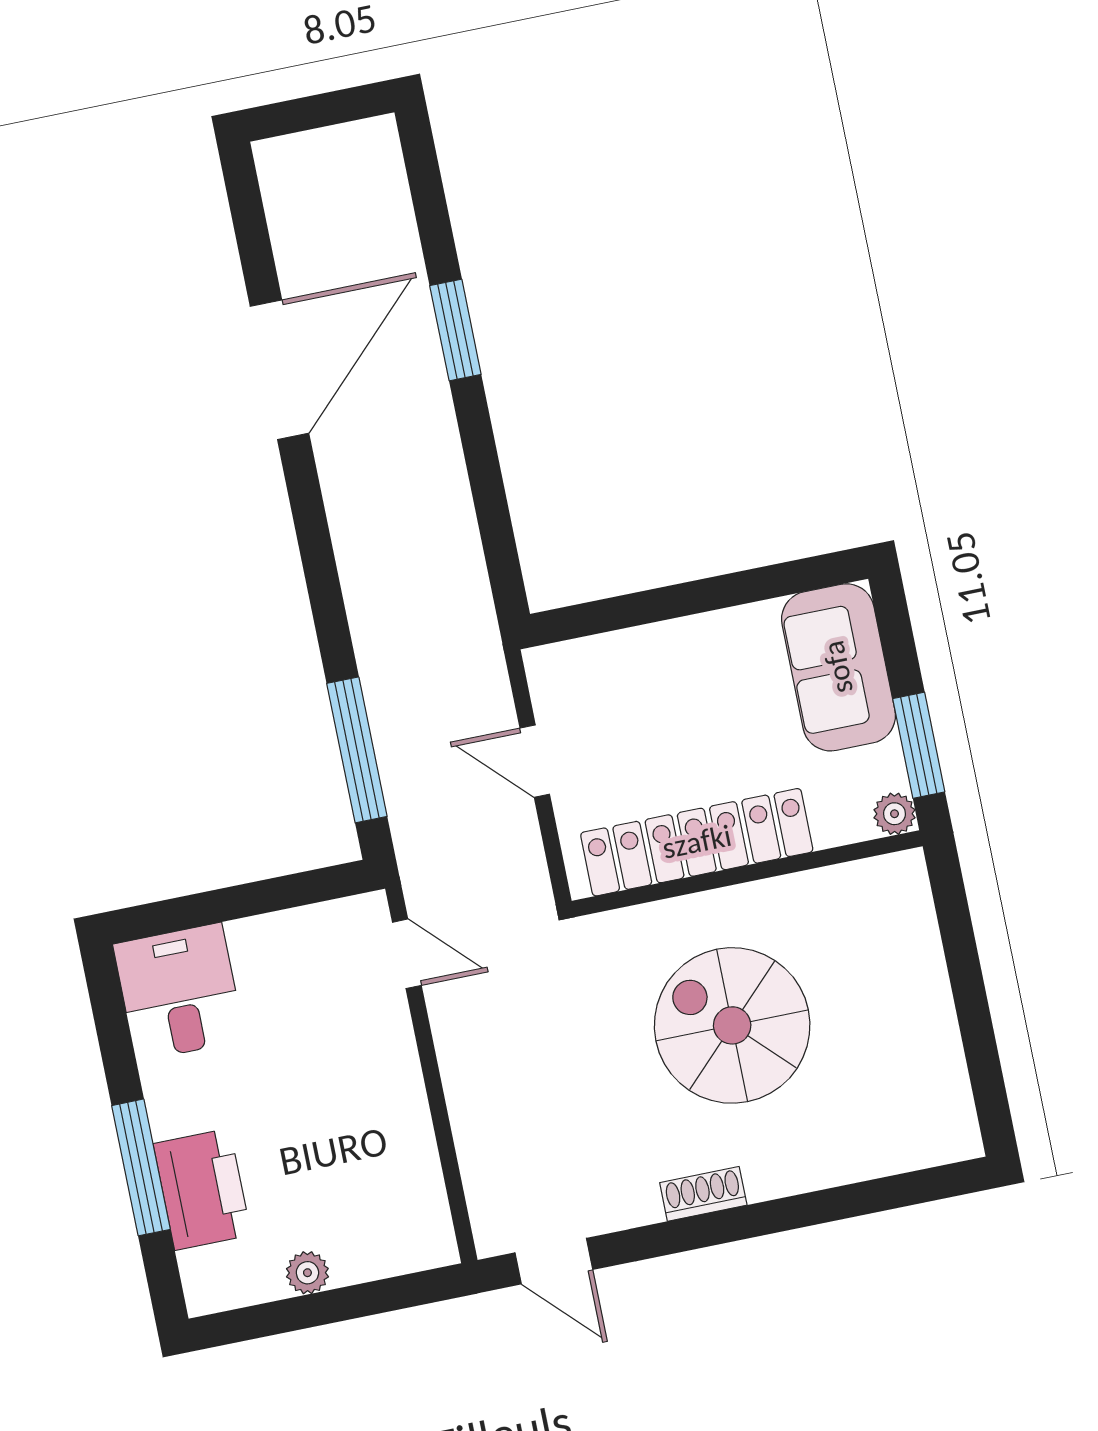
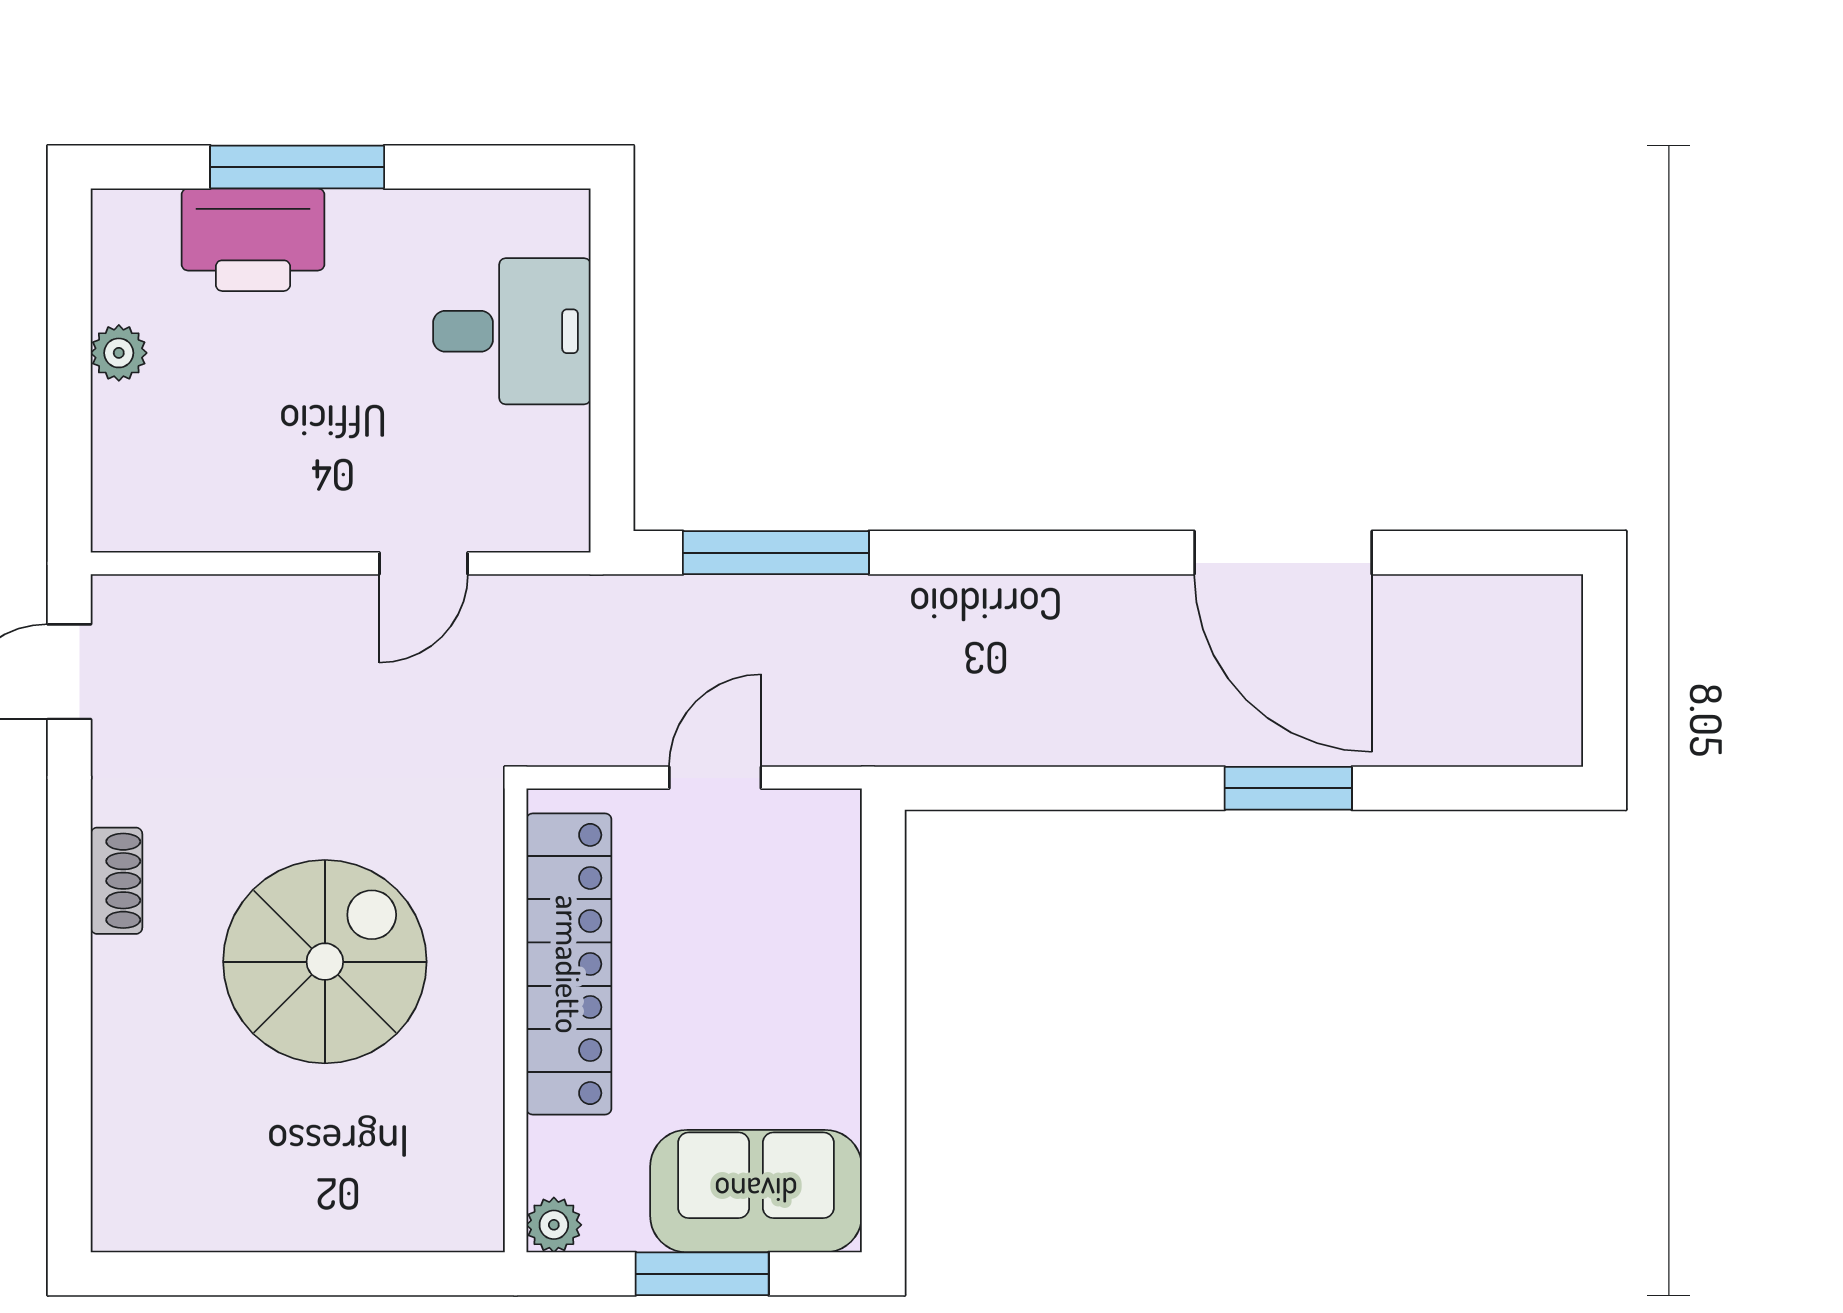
window: (919, 745) -> (702, 1274), moved
door: (407, 954) -> (424, 563), moved
desk: (179, 992) -> (512, 331), moved

